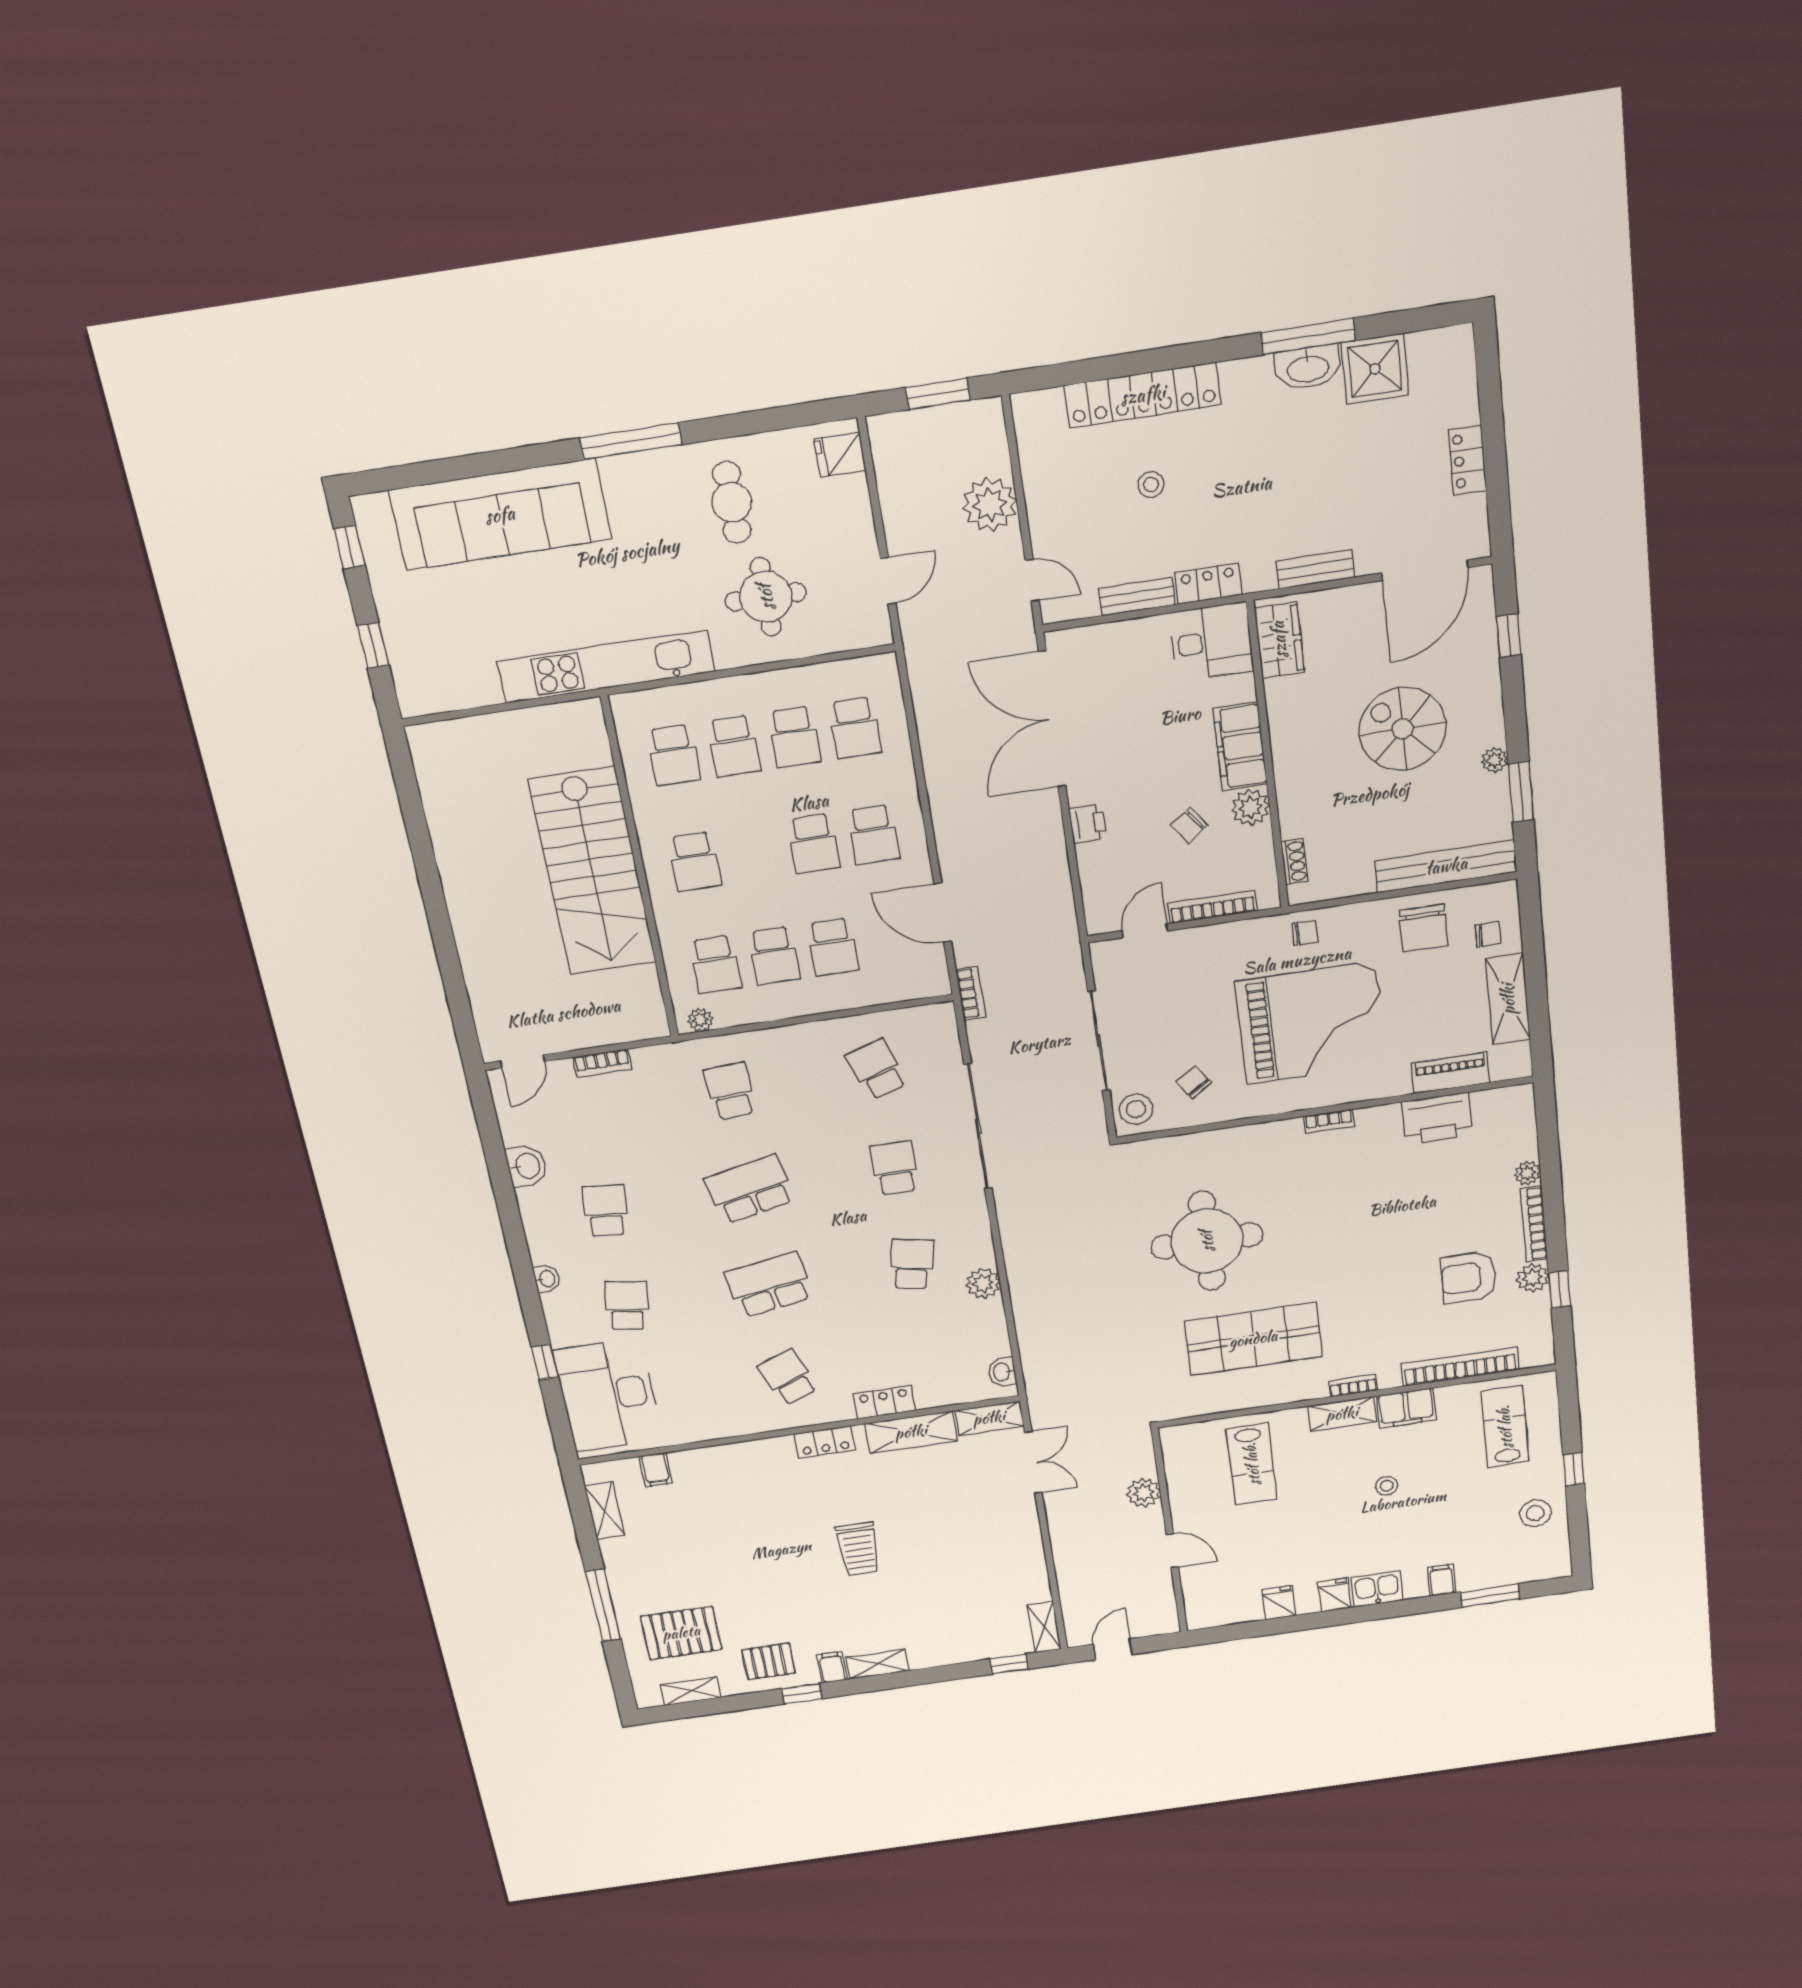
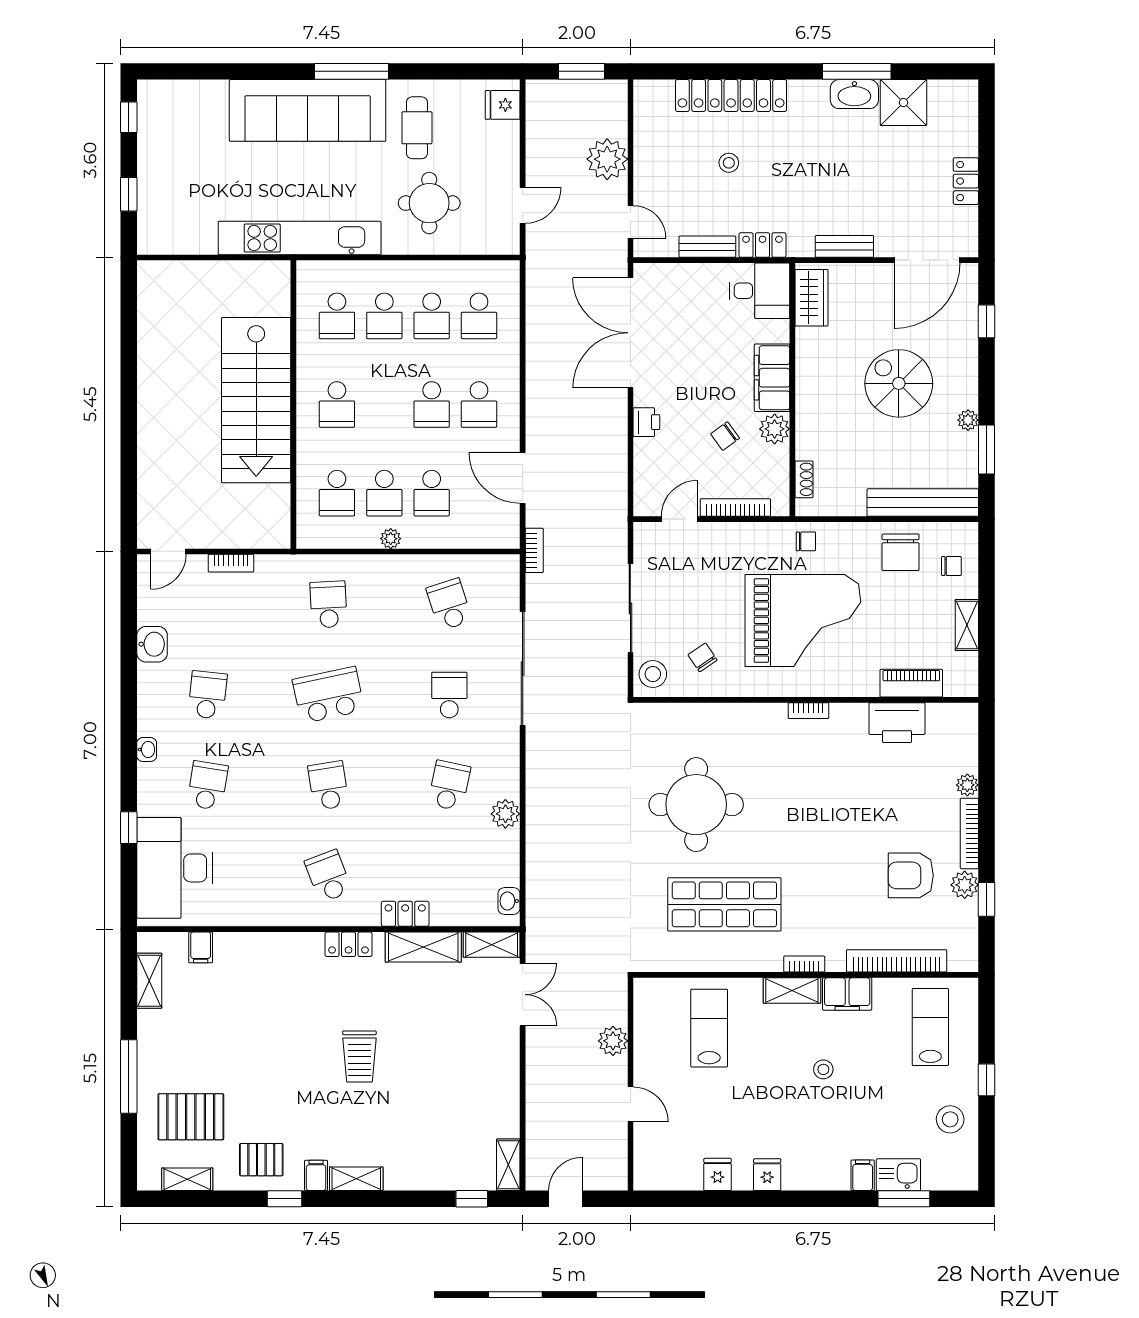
sofa: (500, 515) -> (308, 110), moved
shelving: (1508, 999) -> (967, 625), width x0.67, depth x0.75
plant: (700, 1020) -> (391, 539), moved
school desk: (769, 1285) -> (328, 786), width x0.54
lab bench: (1252, 1464) -> (709, 1028), turned 180
kitchen sink: (1377, 1589) -> (898, 1175), moved

